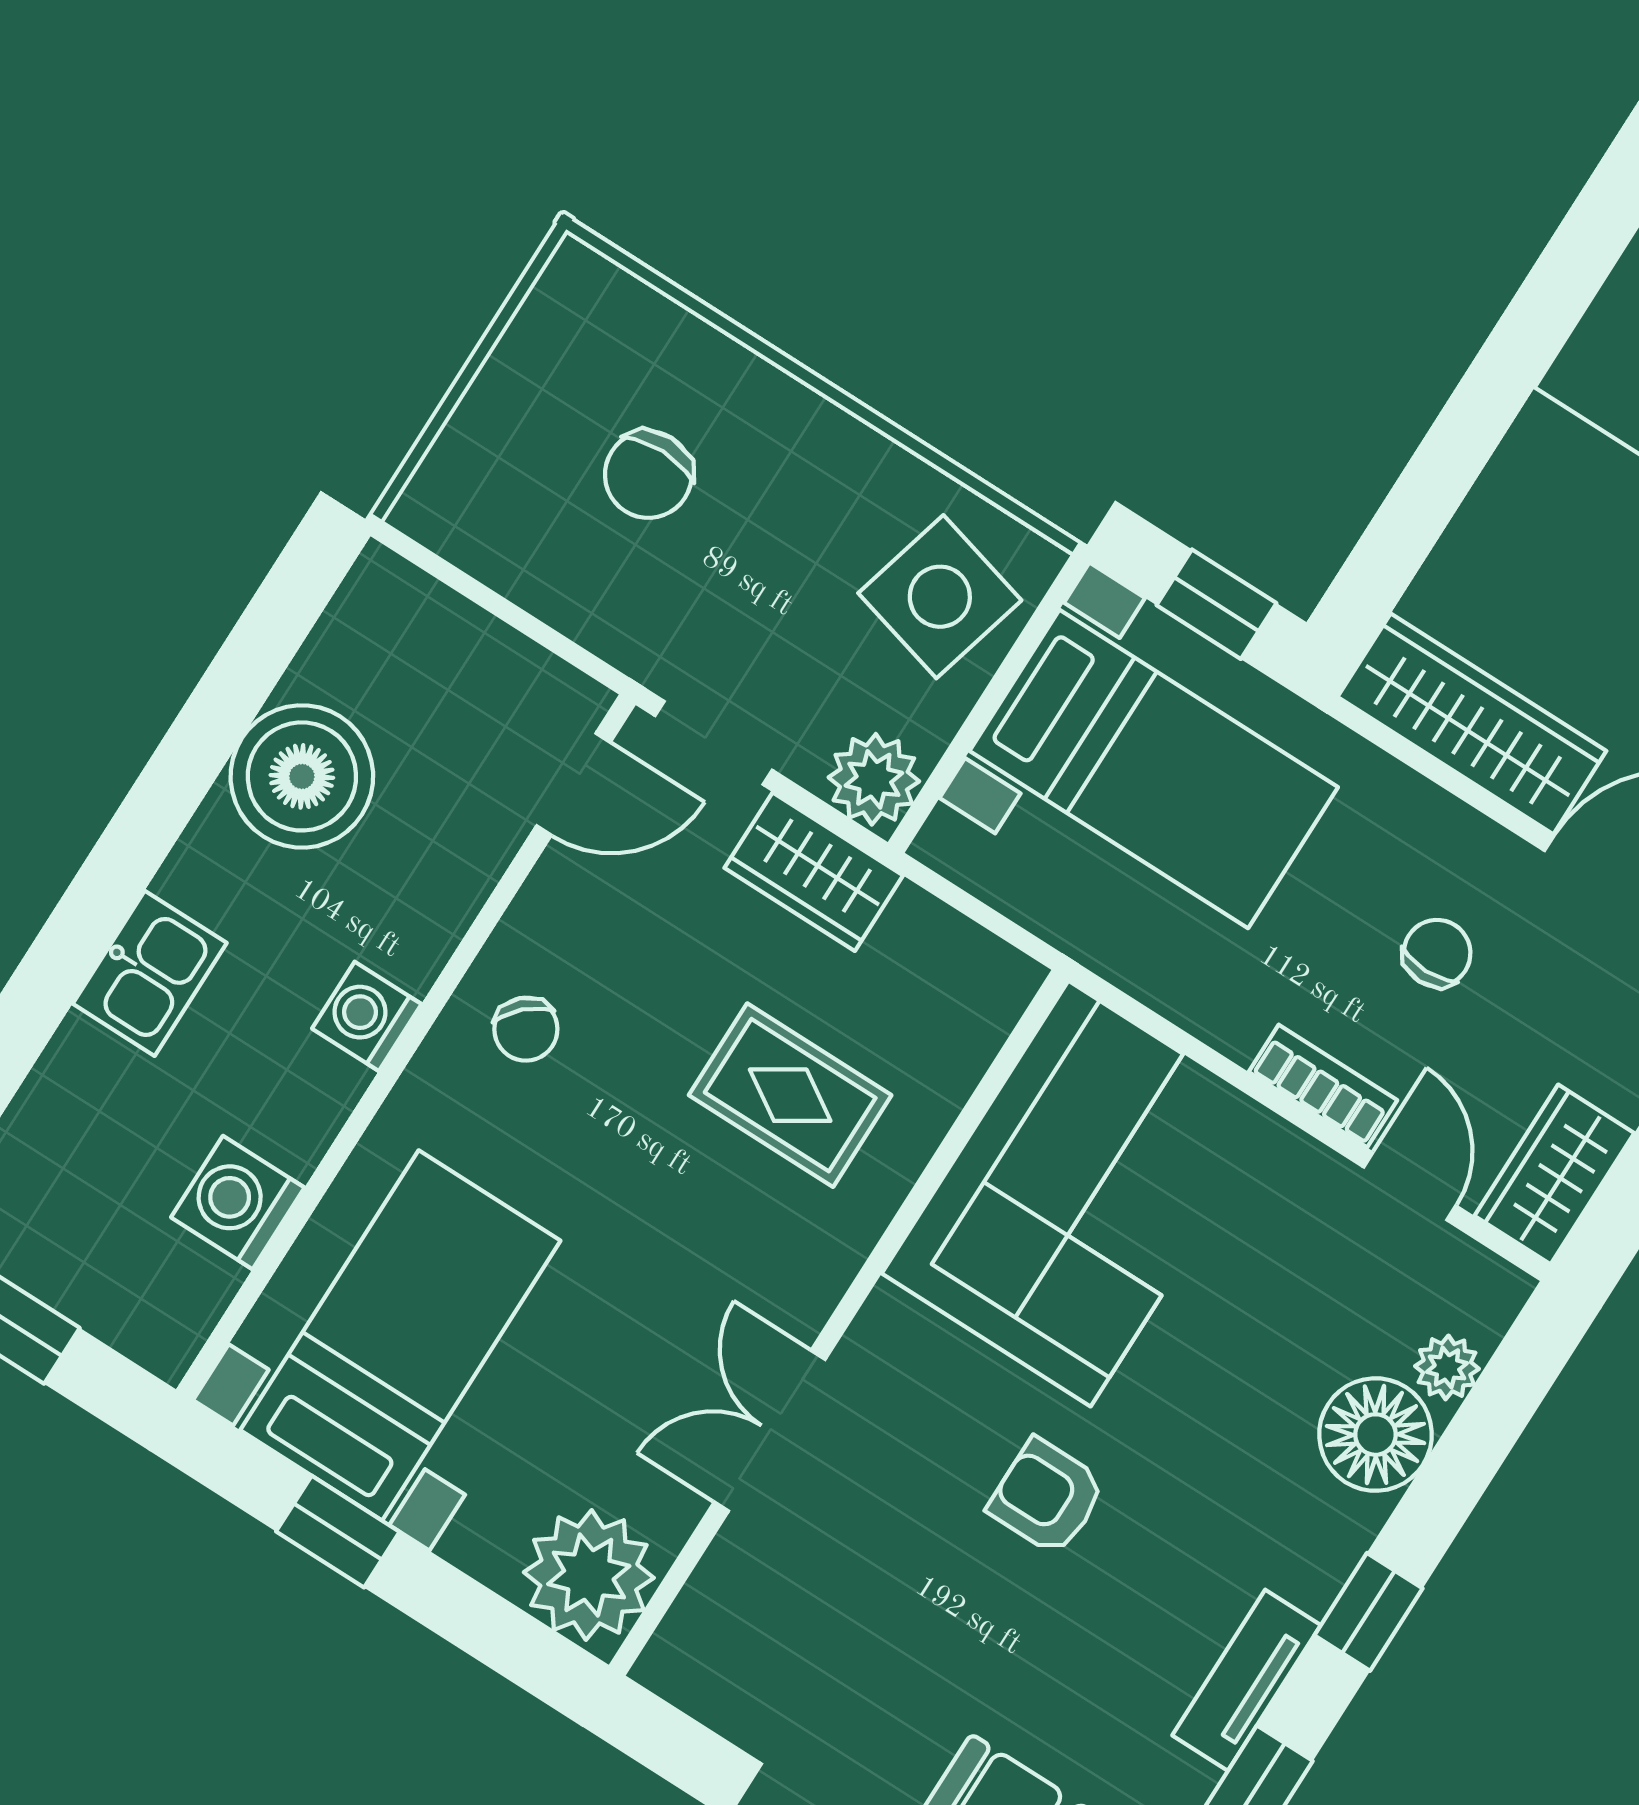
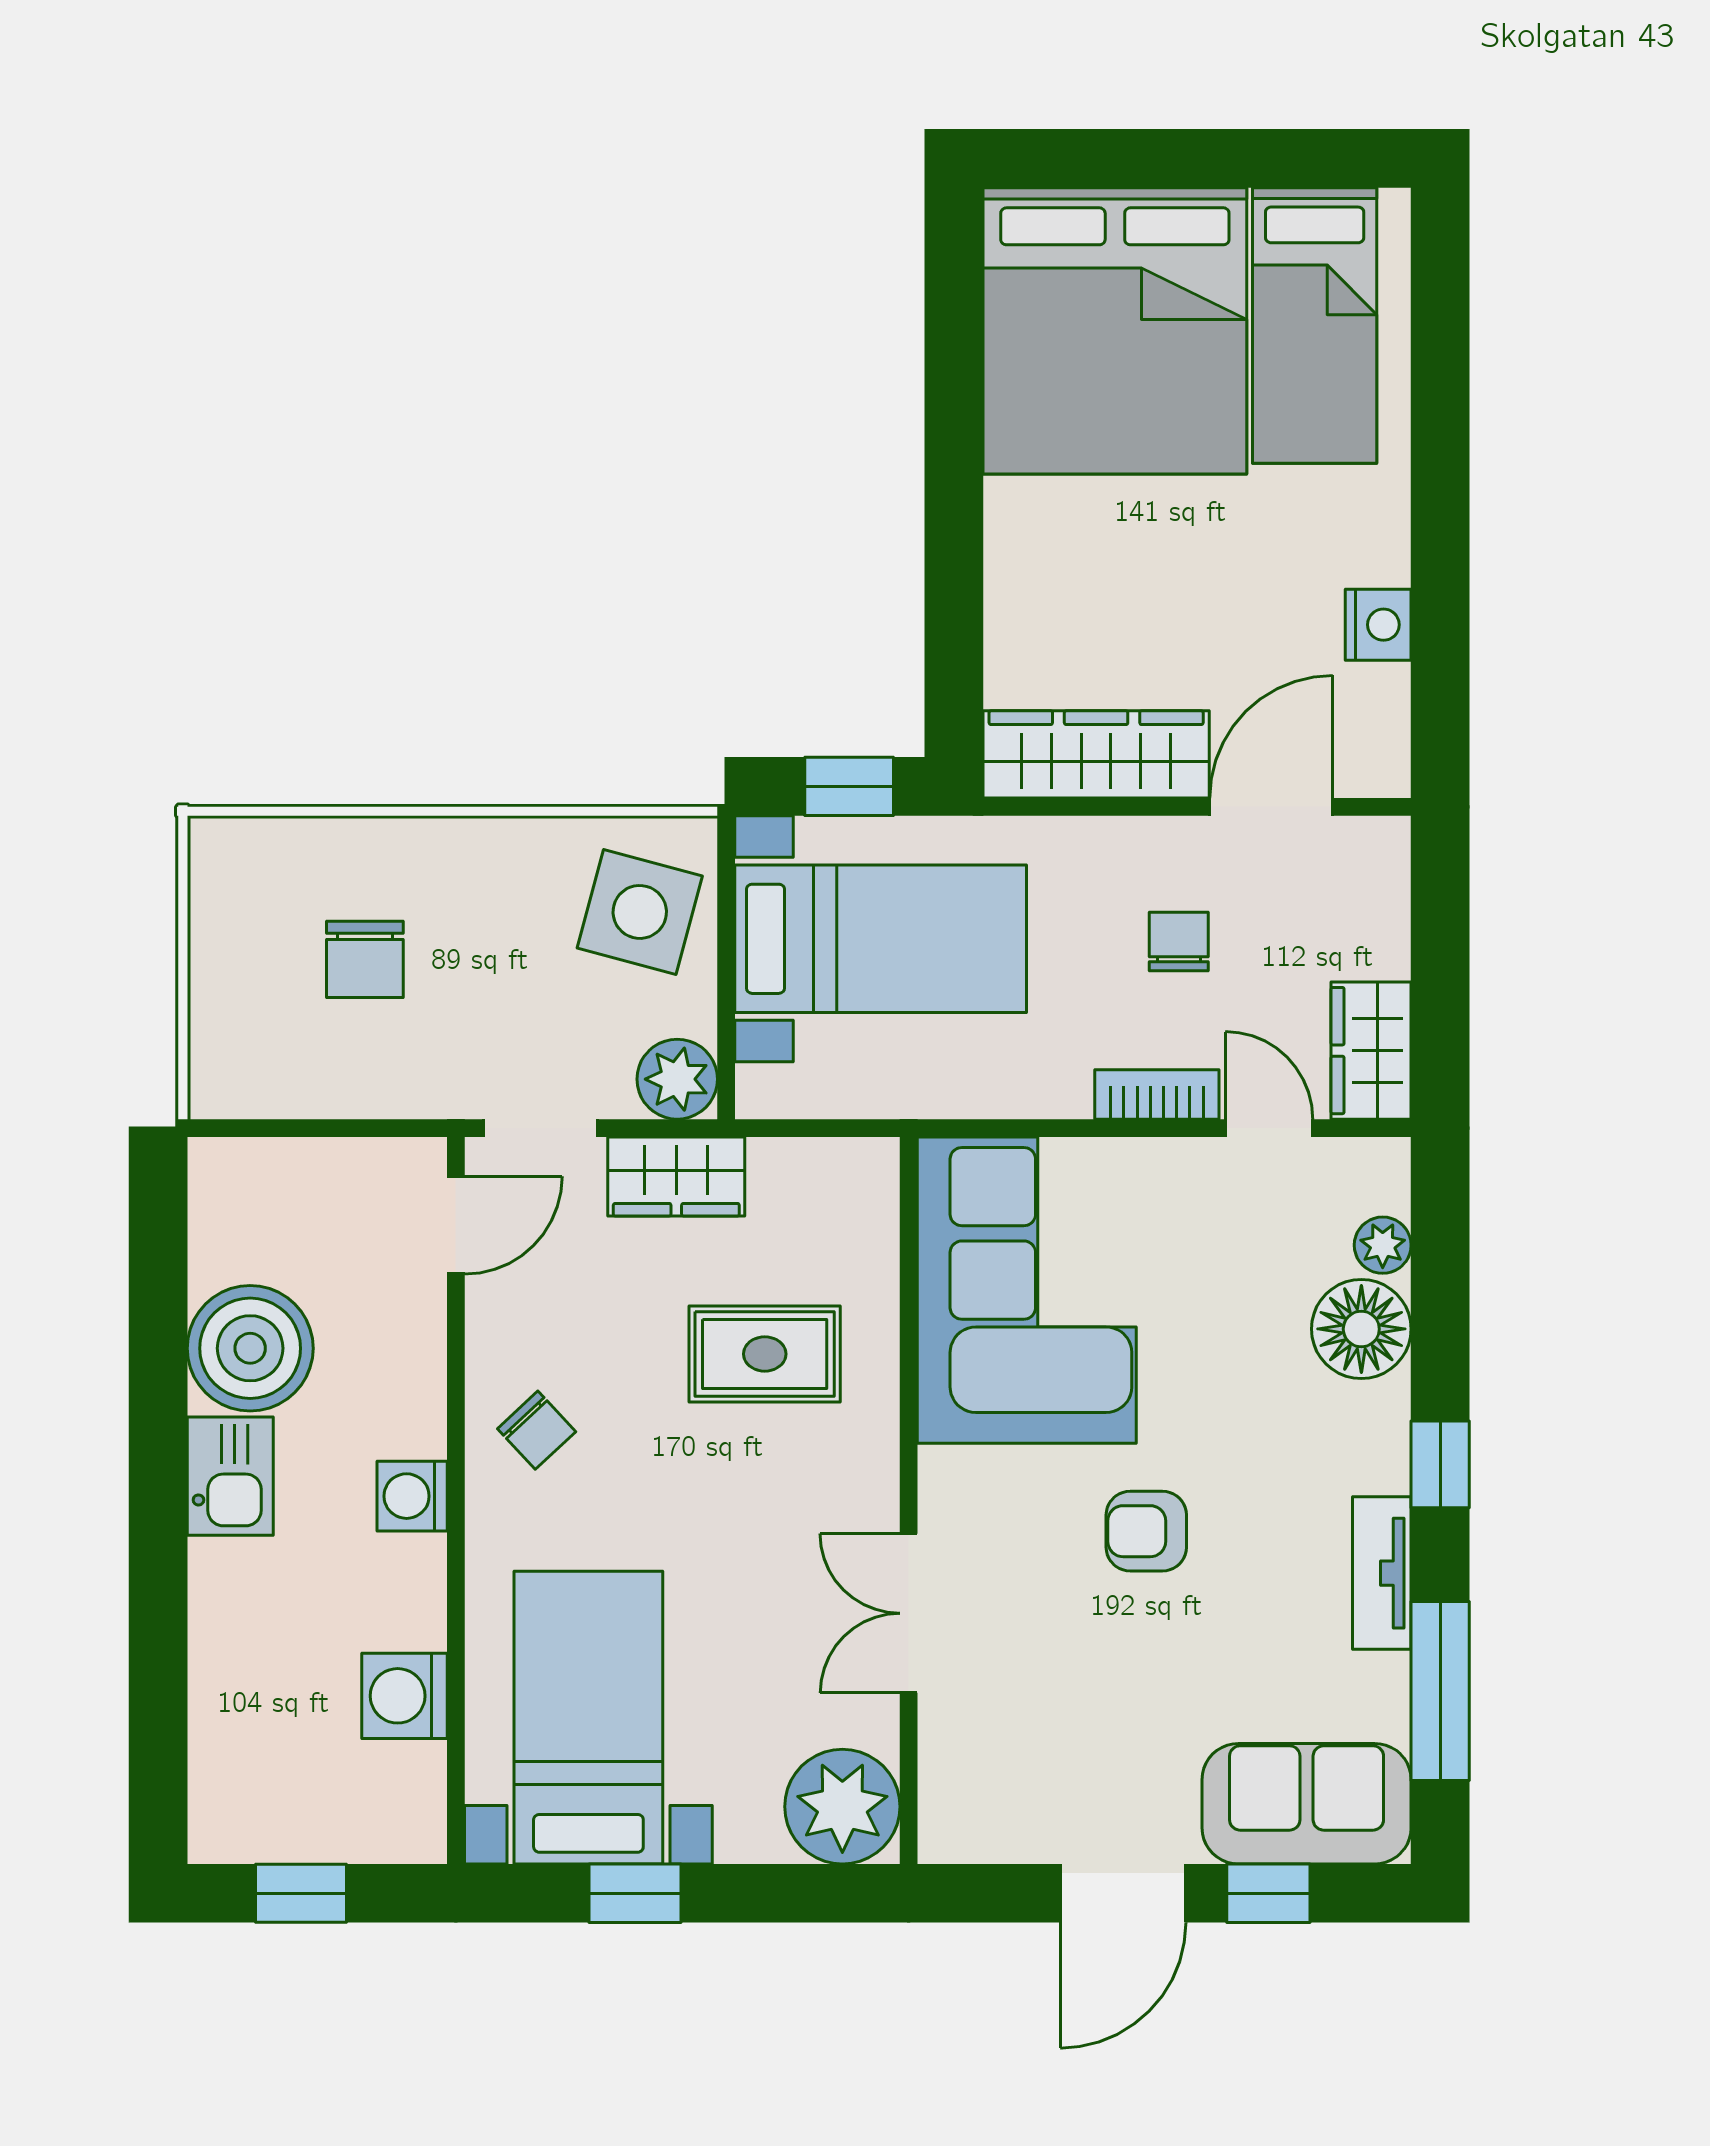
kitchen sink: (150, 973) -> (230, 1476), moved

